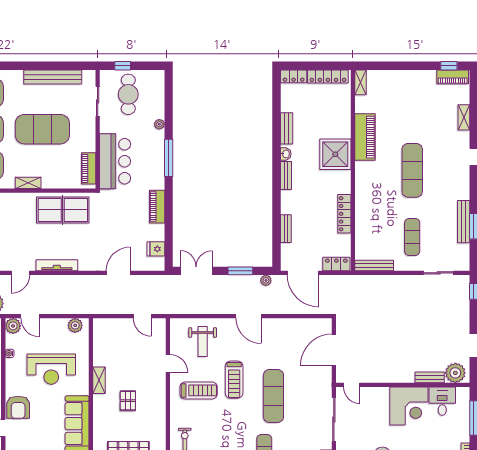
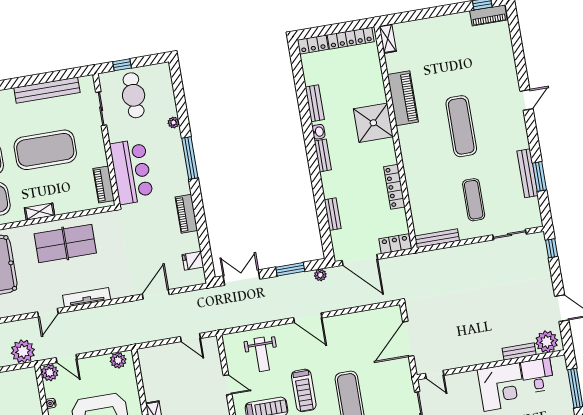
shelving: (464, 117) -> (508, 58), removed
table tennis table: (63, 210) -> (65, 243), moved

